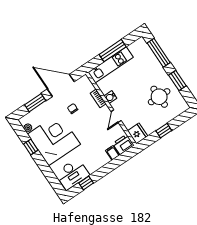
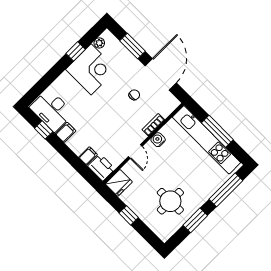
kitchen unit: (111, 65) -> (206, 140), width x1.36
door: (116, 116) -> (135, 152), swing flipped
corner desk: (54, 139) -> (91, 69), width x0.74, depth x0.74
filing cabinet: (91, 167) -> (66, 132), added

